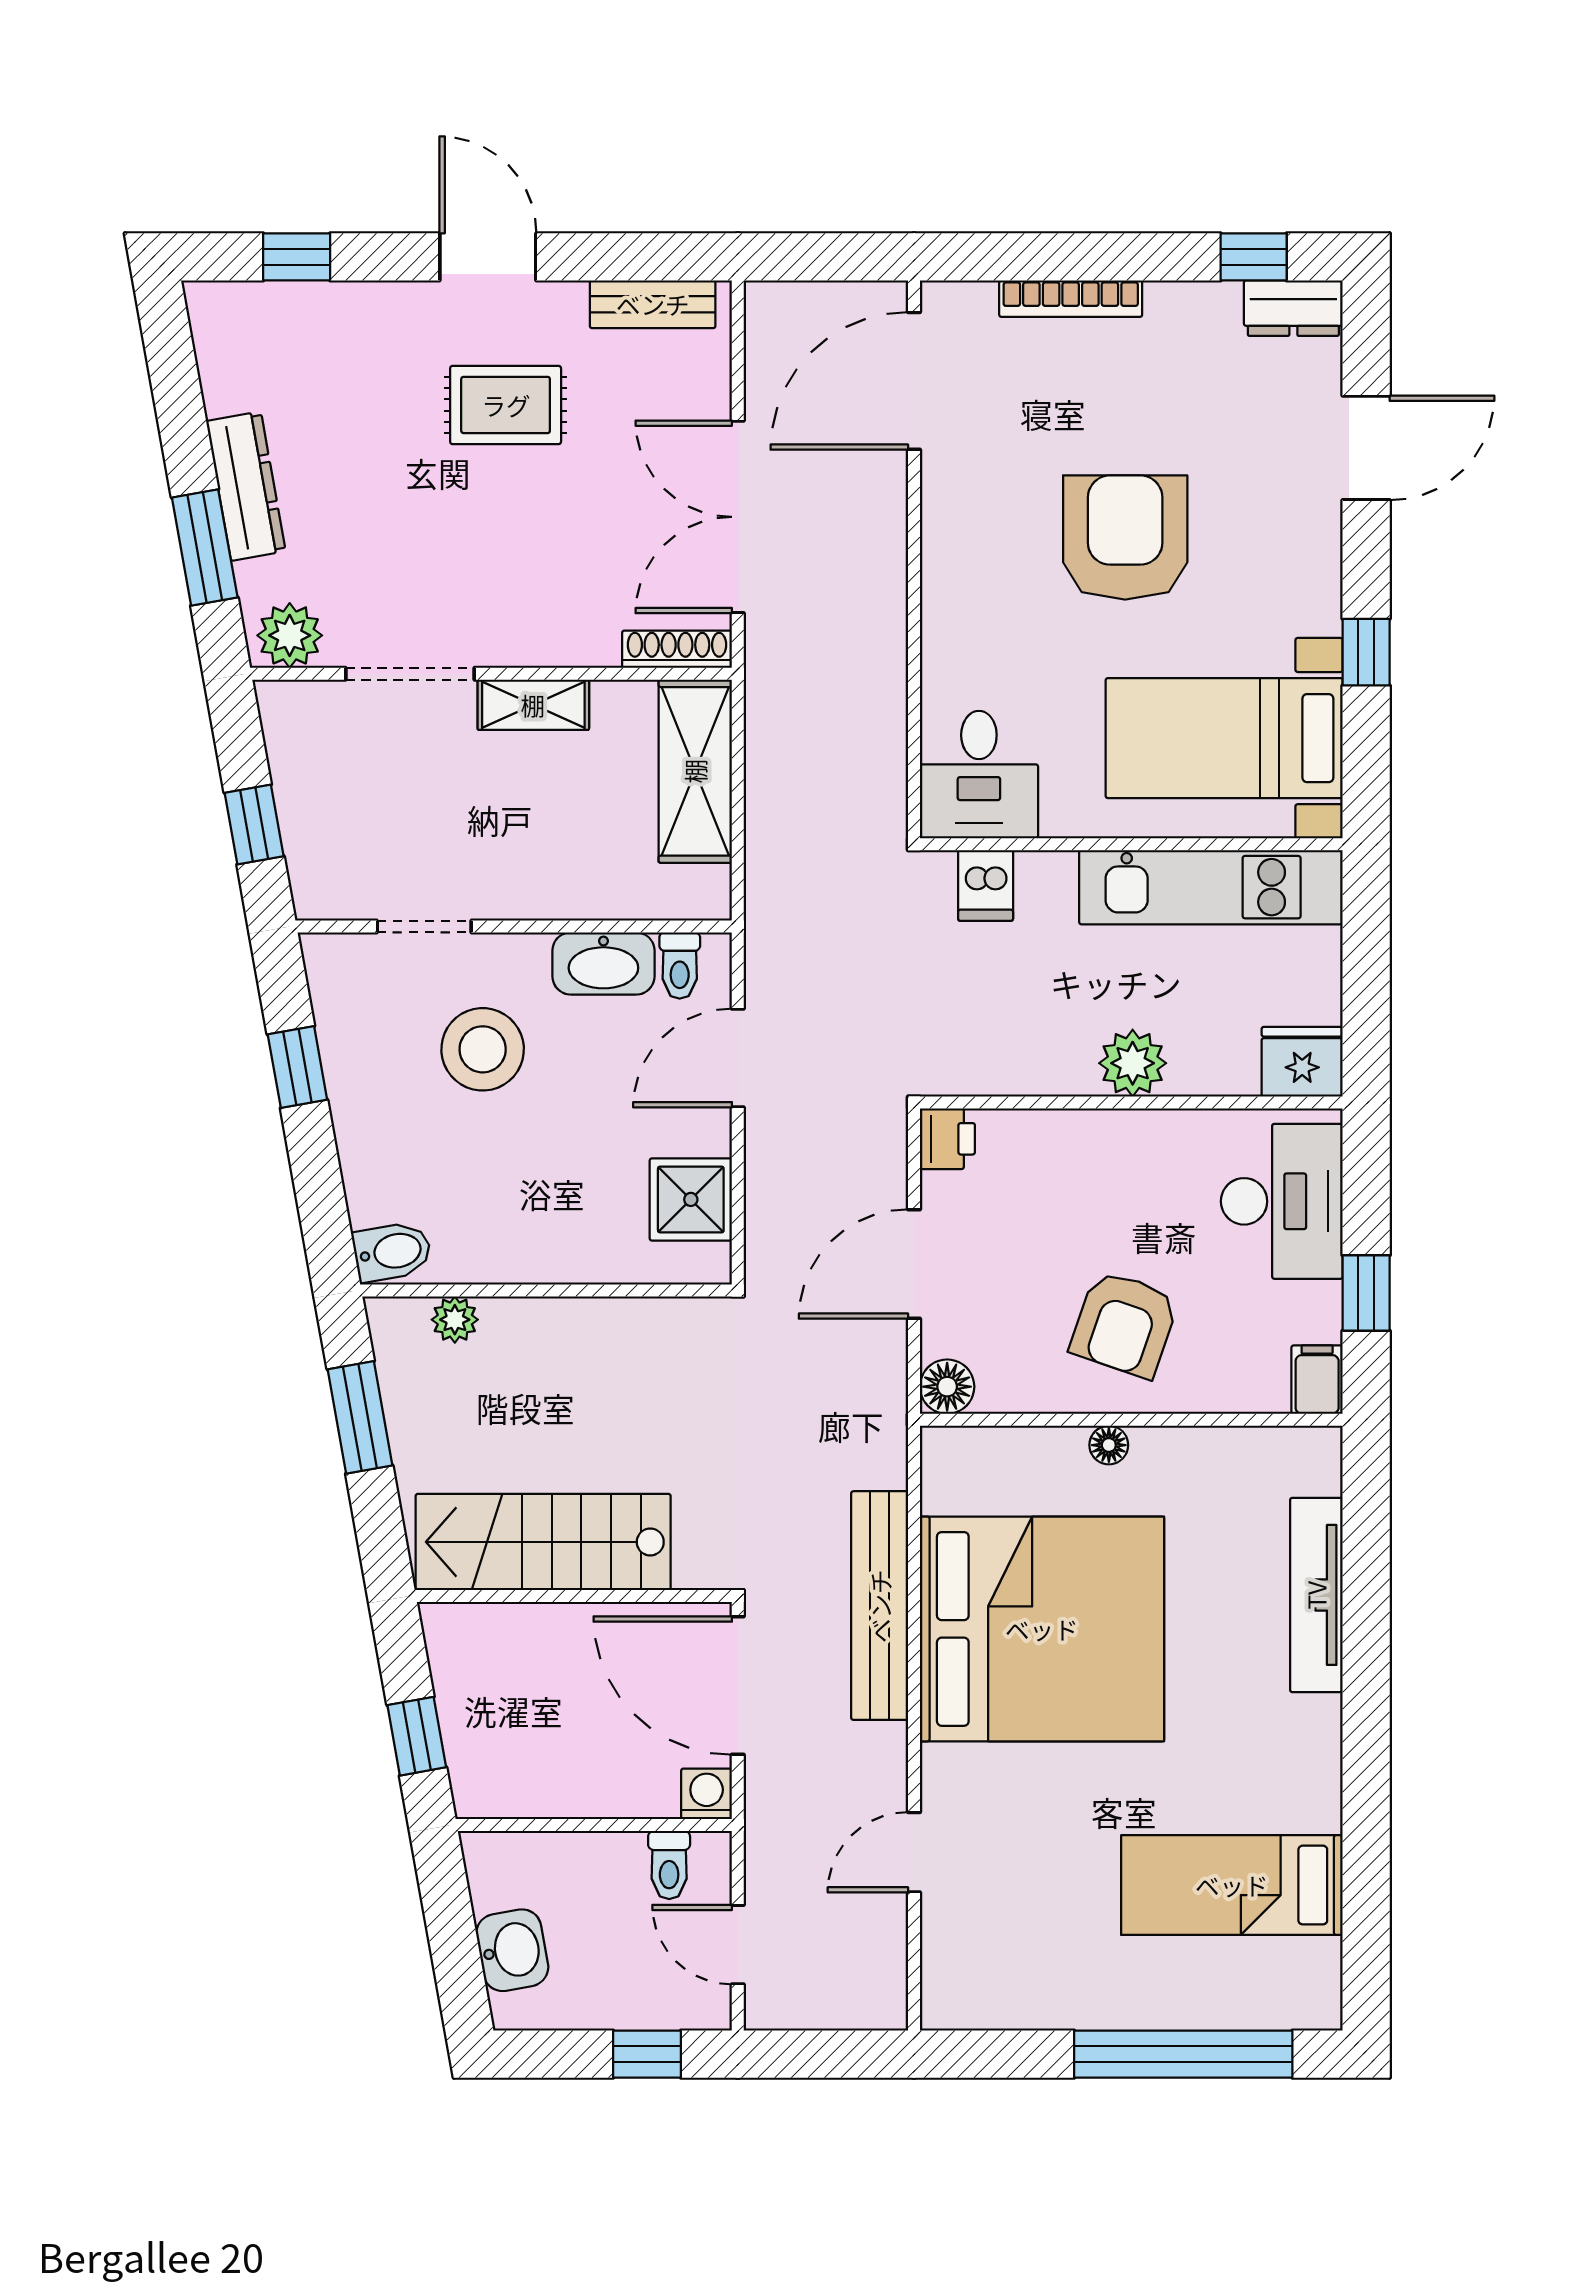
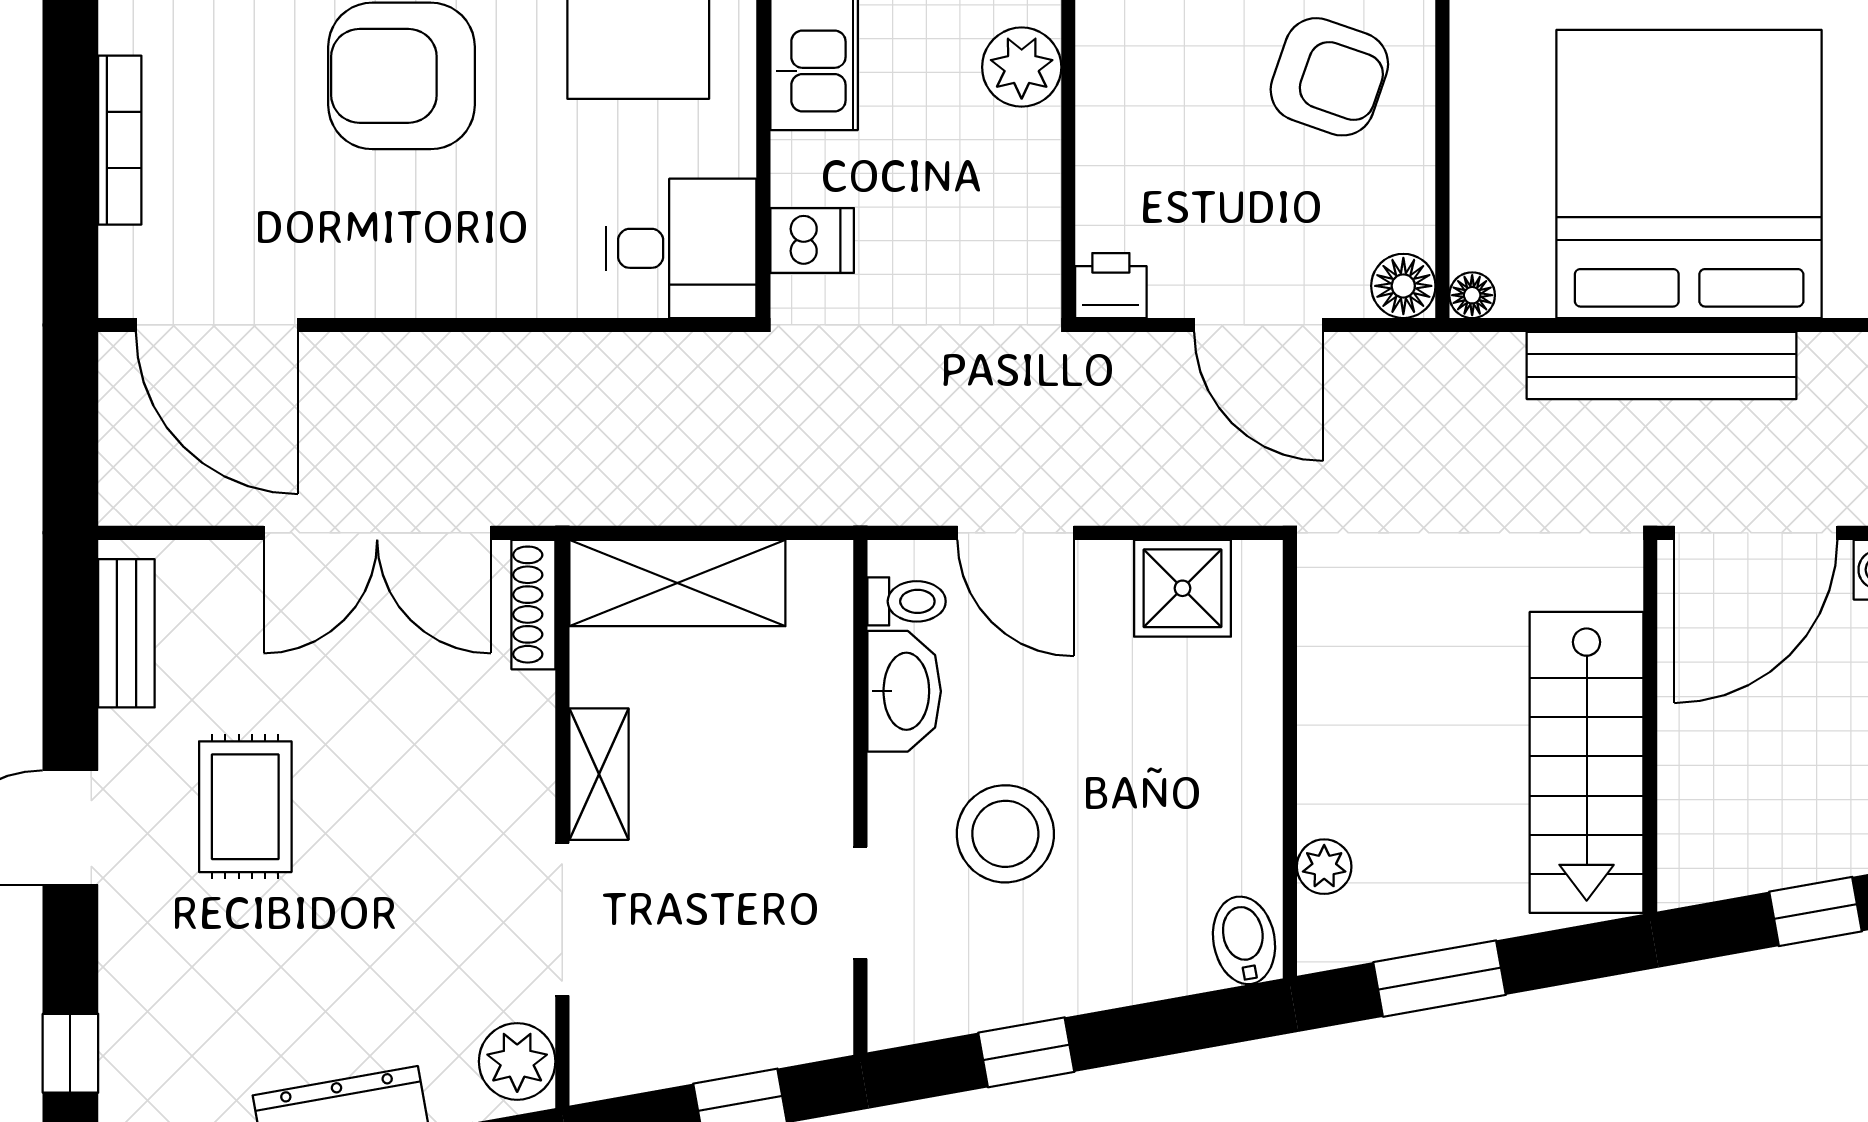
floor lamp: (1109, 1445) -> (1472, 295), moved

